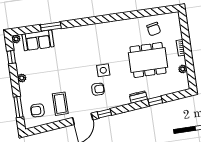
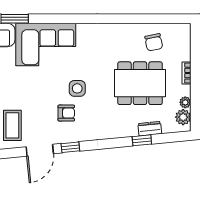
corner sofa: (76, 42) -> (46, 45), added
plant: (183, 80) -> (183, 117), added
dresser: (138, 97) -> (150, 129), moved

